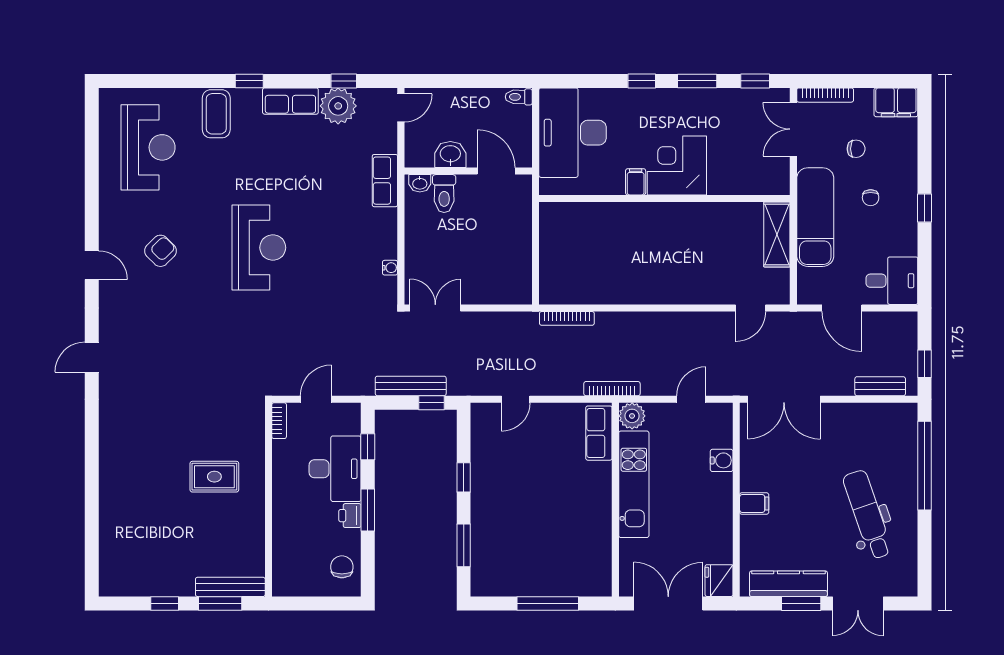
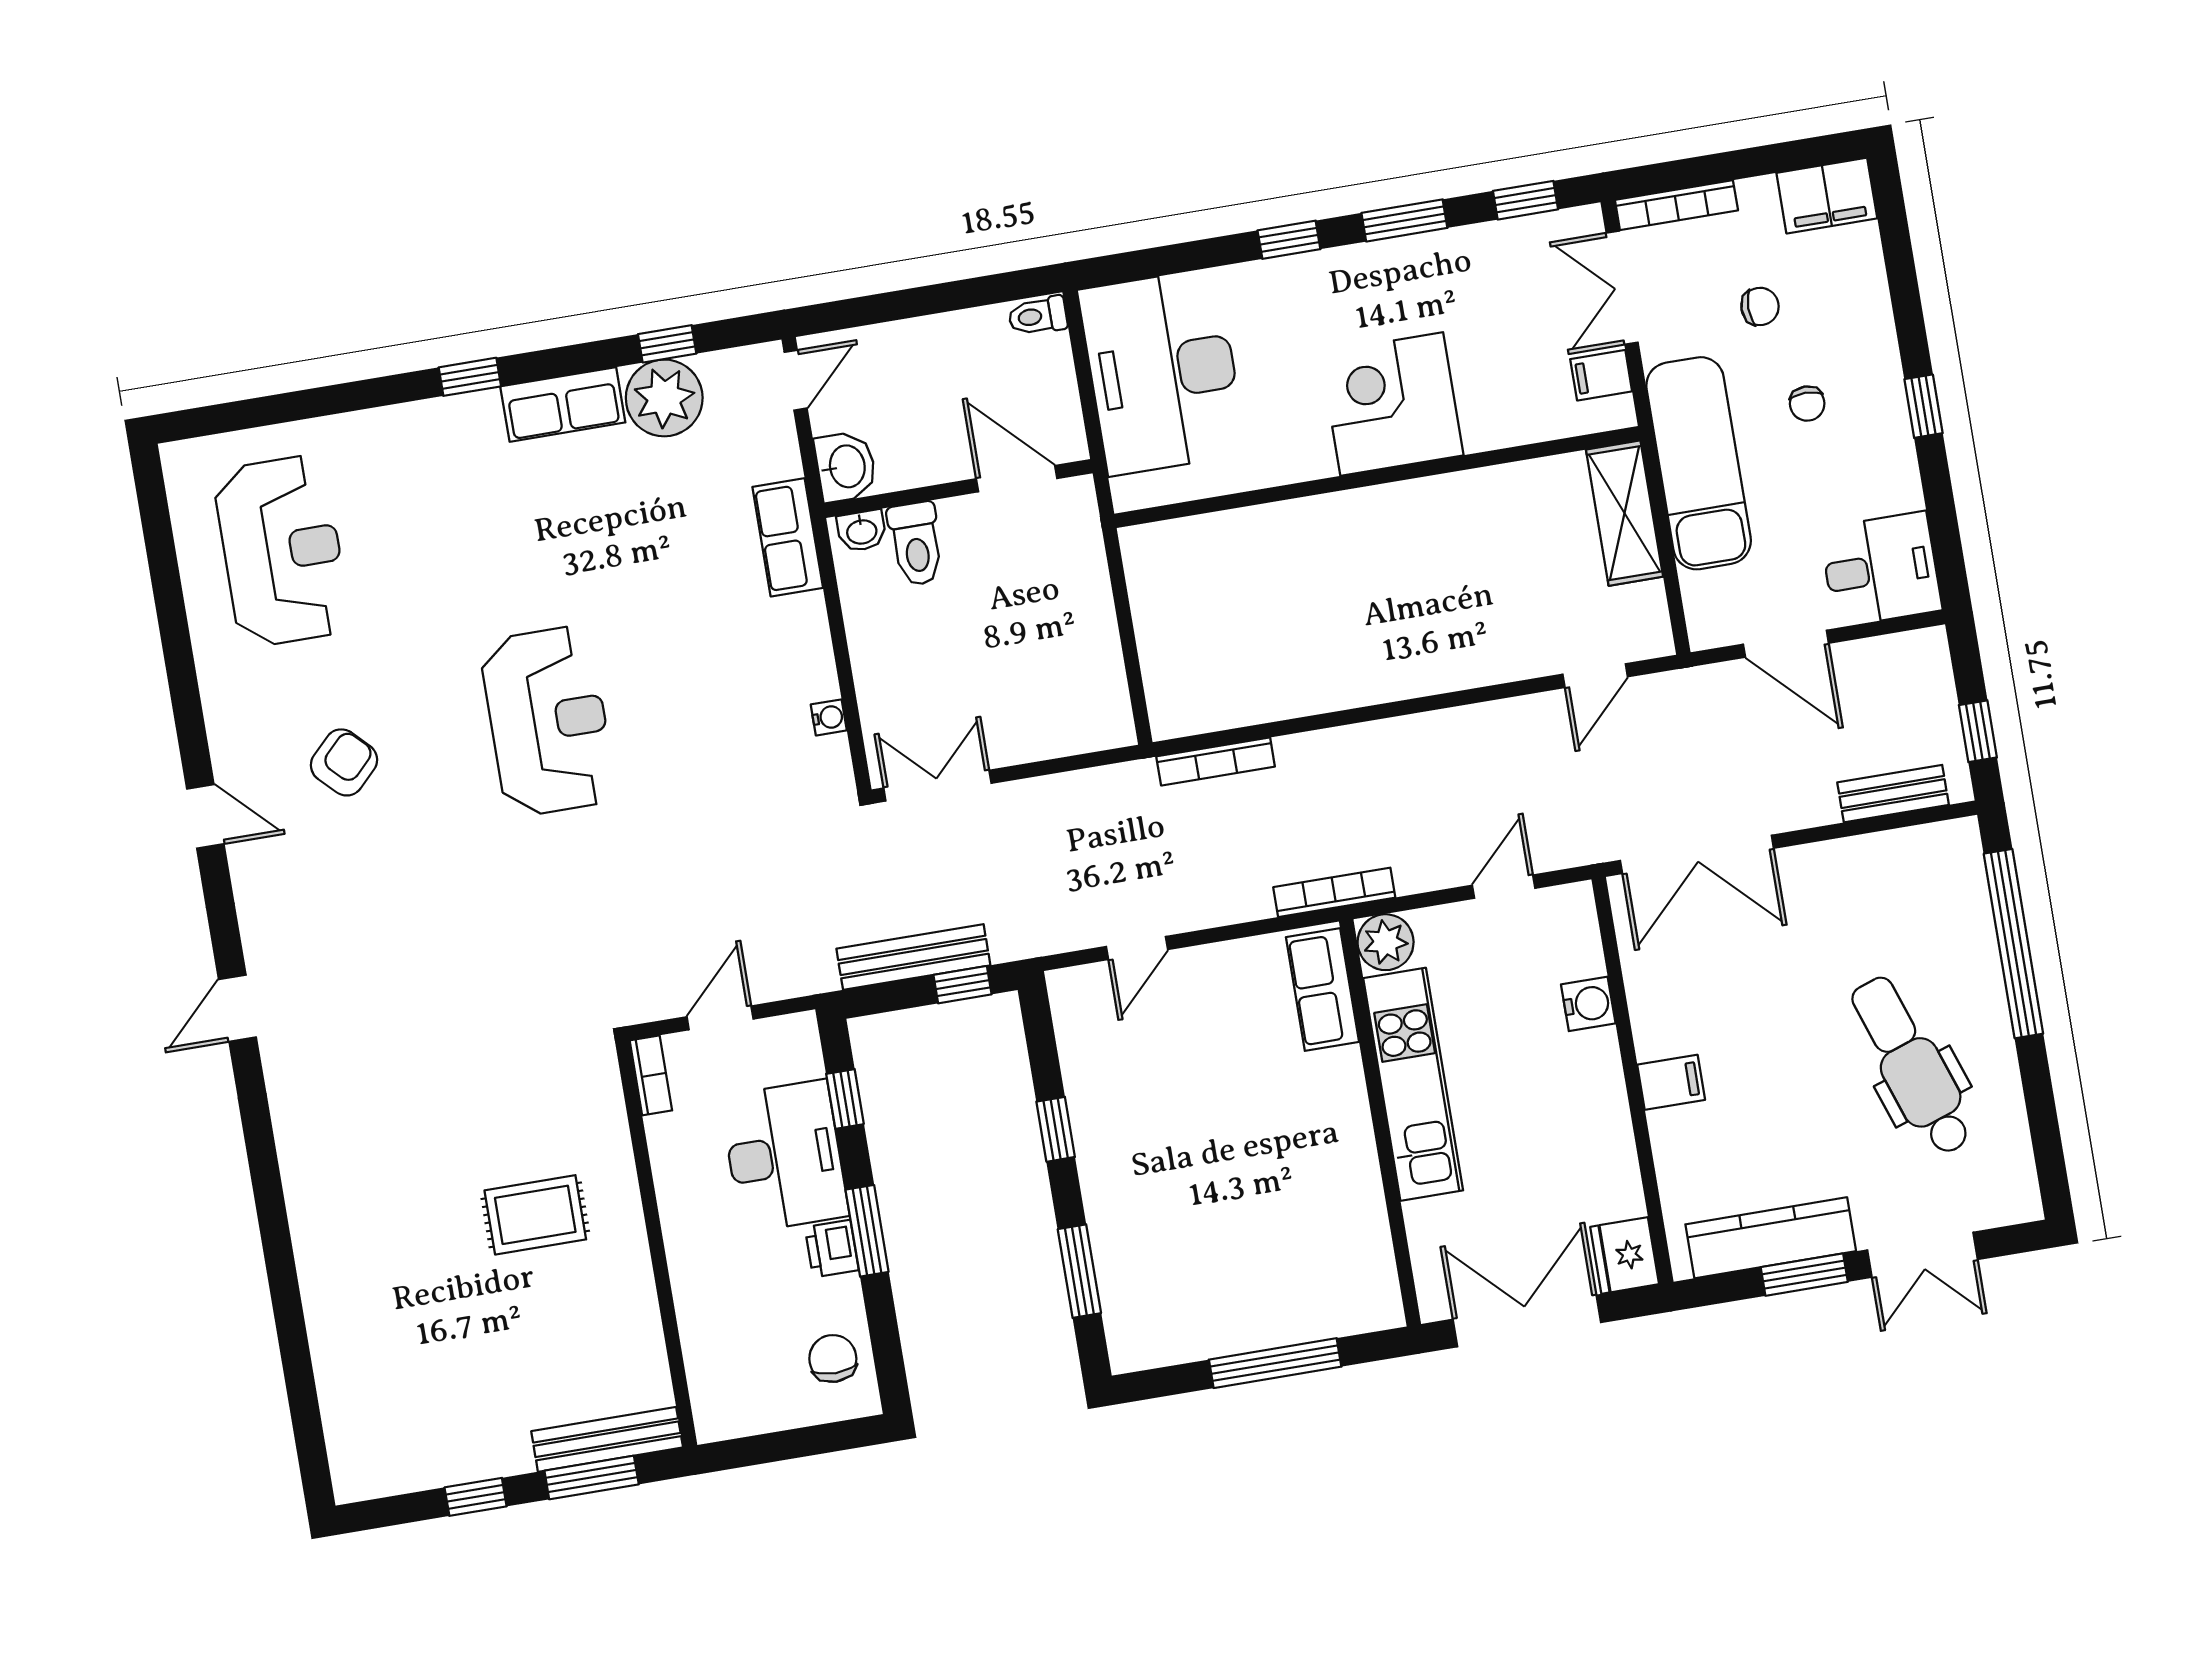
coffee table: (216, 114) -> (412, 457), removed
washbasin: (450, 154) -> (846, 467), moved, turned 90
filing cabinet: (636, 182) -> (1601, 375), moved, turned -90

